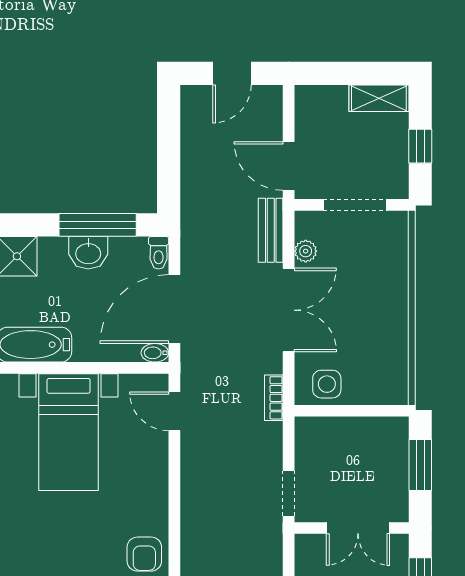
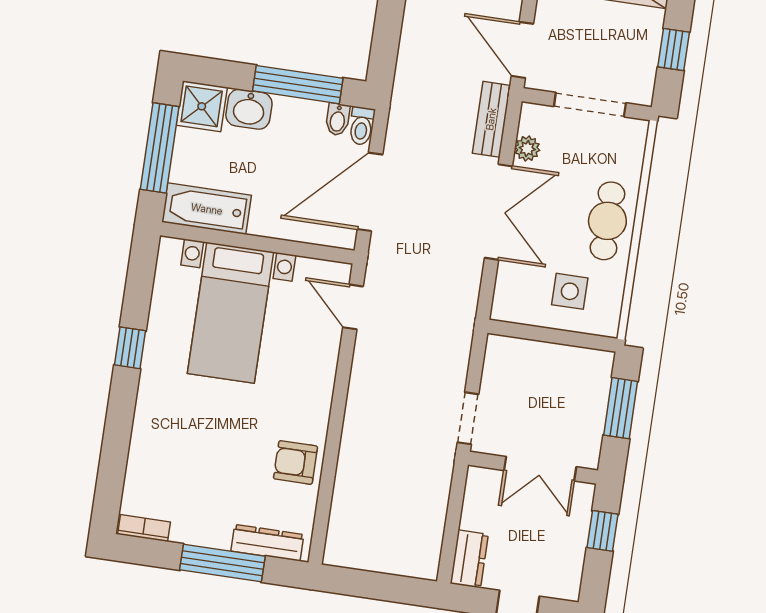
washbasin: (88, 253) -> (249, 109), moved
cafe table: (385, 304) -> (607, 221), added
bidet: (155, 353) -> (338, 119), moved, turned -90
side table: (327, 384) -> (570, 291), moved
bookcase: (274, 398) -> (467, 308), removed
armchair: (144, 554) -> (296, 462), turned 90

